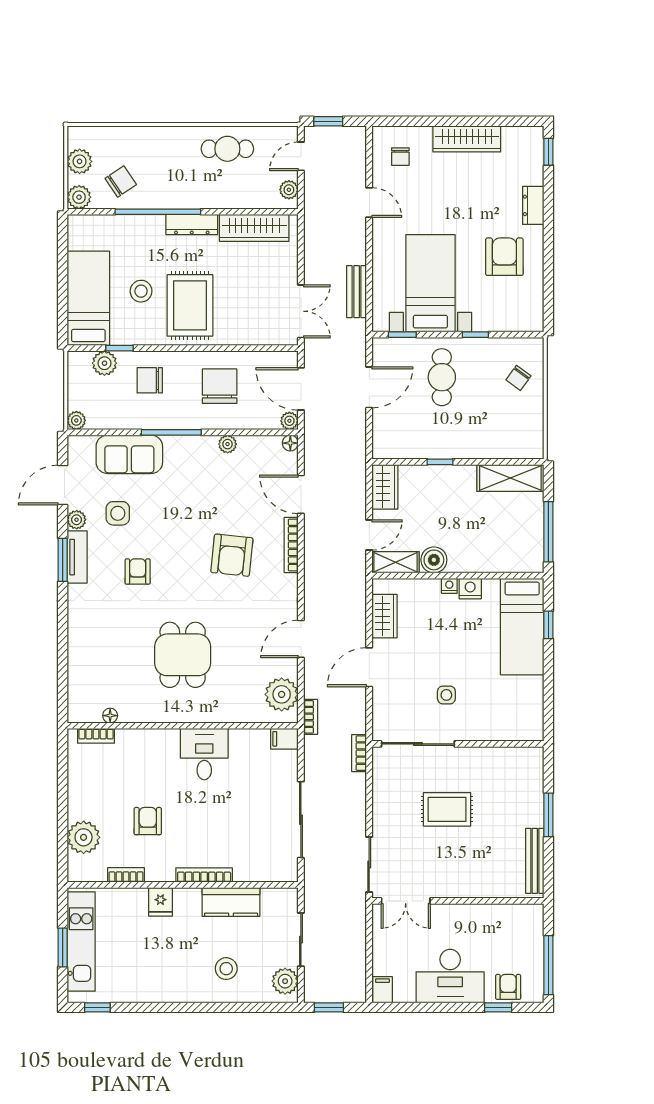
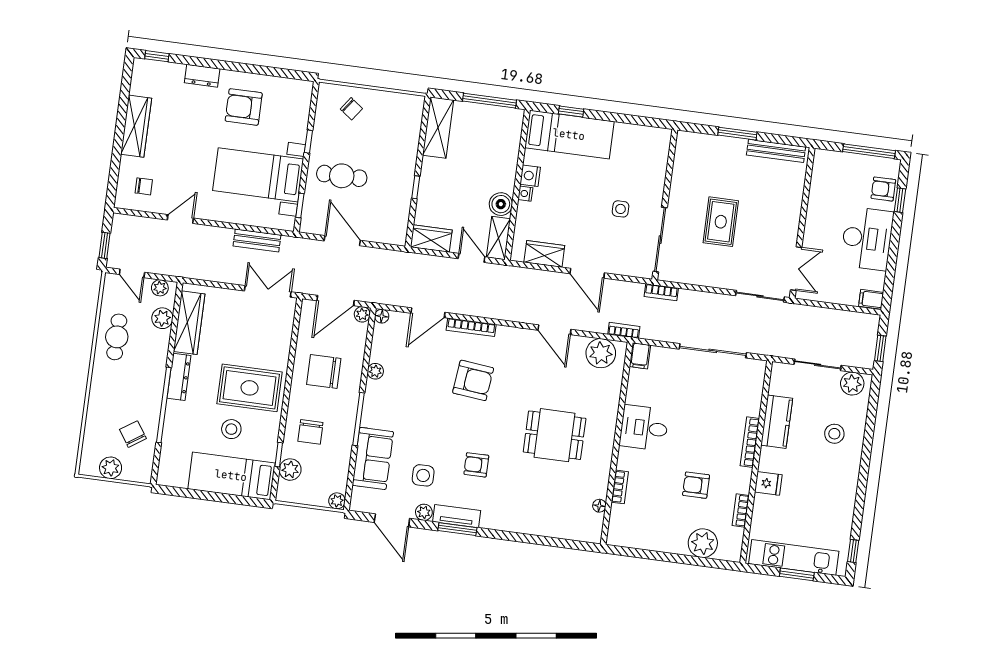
plant: (79, 197) -> (162, 318), moved
bookcase: (96, 736) -> (620, 487), moved

